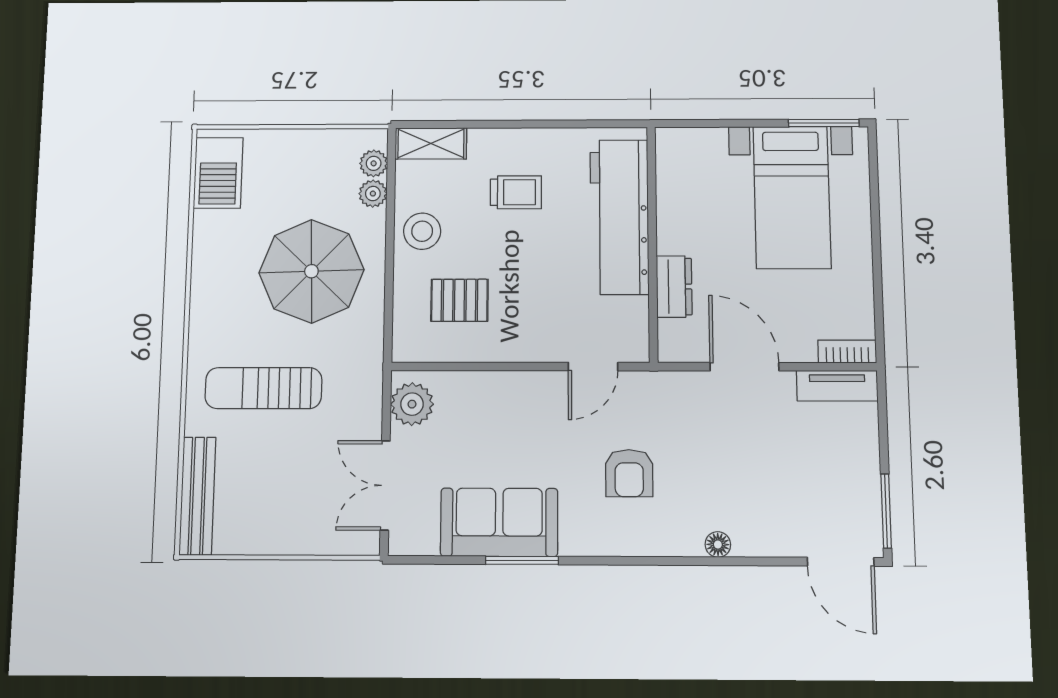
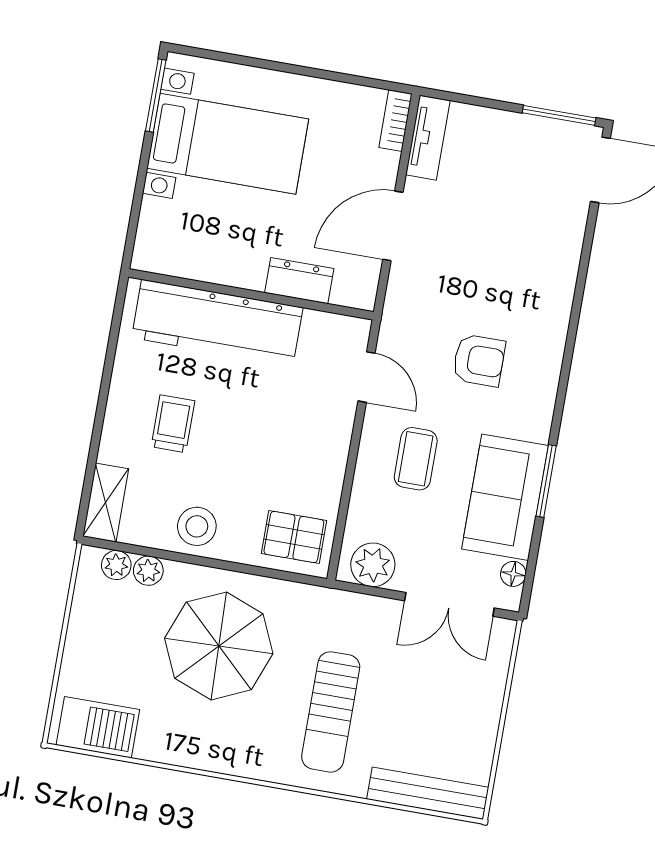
pallet: (459, 300) -> (294, 537), moved, turned 90
coffee table: (522, 428) -> (416, 459), added
floor lamp: (718, 545) -> (513, 574), moved

